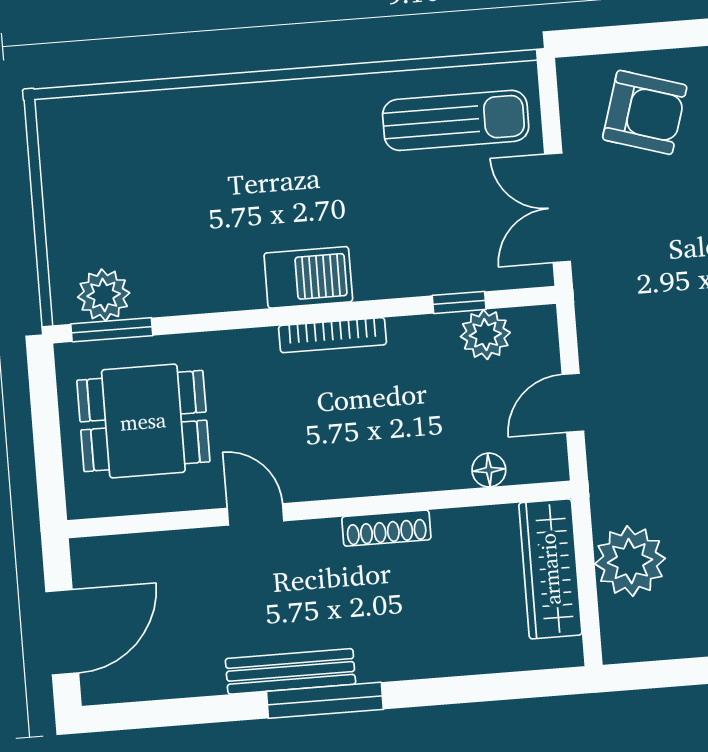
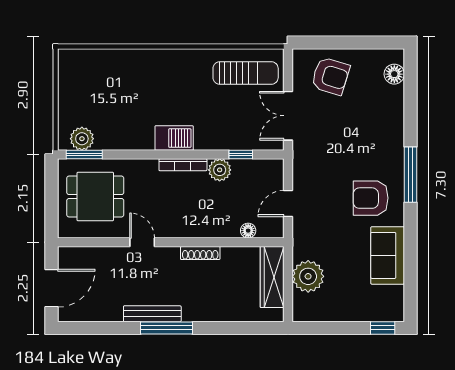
plant: (485, 335) -> (220, 170), moved

